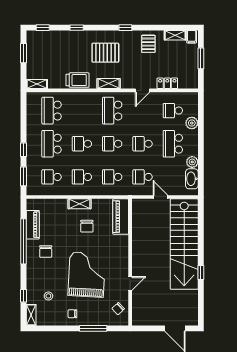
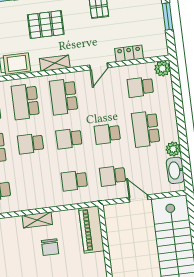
plant: (192, 123) -> (162, 69), moved
school desk: (82, 177) -> (25, 102), moved, width x1.85

